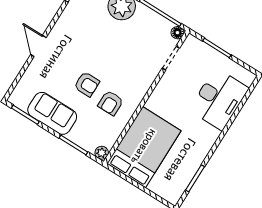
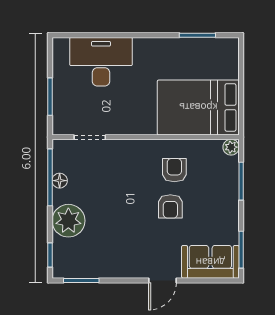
floor lamp: (177, 33) -> (60, 181), moved
armchair: (87, 84) -> (170, 206), turned 180
armchair: (111, 103) -> (174, 170), turned -90
sofa: (52, 113) -> (210, 262), moved, turned 90

